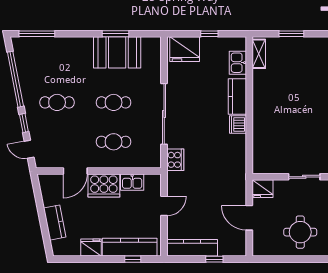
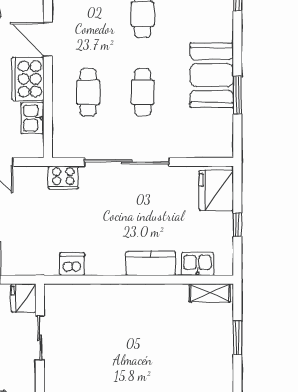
booth: (117, 52) -> (212, 75), moved
dishwasher: (238, 125) -> (72, 264), moved
sliding door: (304, 177) -> (40, 338), moved

